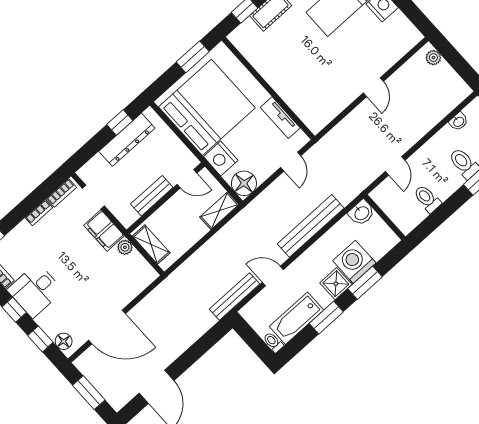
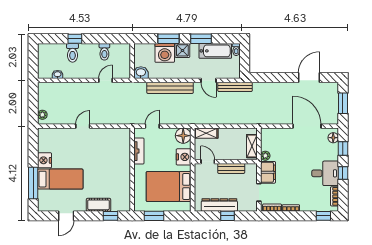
bed: (207, 107) -> (169, 187), width x0.73
window: (120, 122) -> (227, 216), moved

